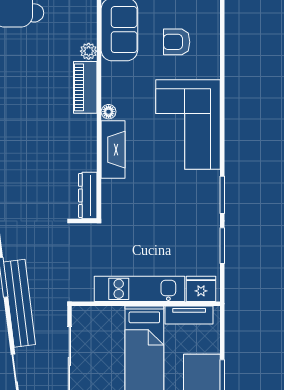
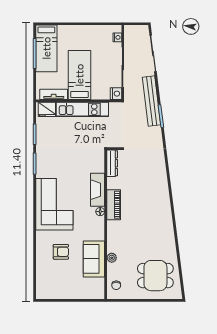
plant: (89, 51) -> (112, 258), moved
piano: (85, 87) -> (114, 205), moved
nightstand: (81, 316) -> (116, 94), added

